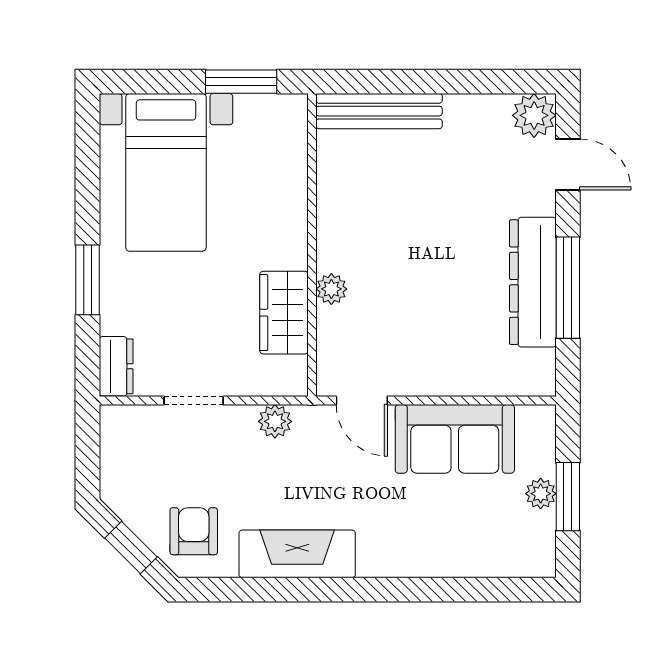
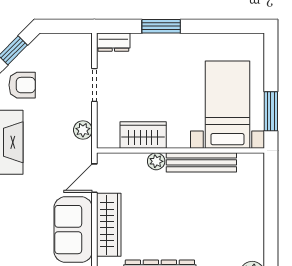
bench: (379, 111) -> (201, 162), moved, turned 90
bed with nightstands: (166, 172) -> (227, 105), moved, turned 90
wardrobe: (446, 375) -> (109, 225), added

